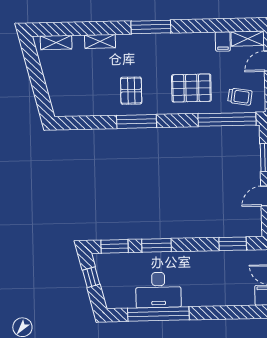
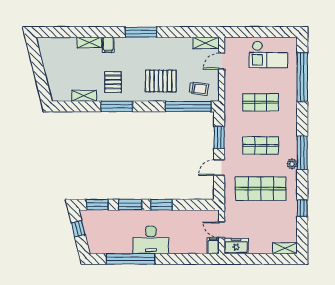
window: (151, 27) -> (141, 32), moved
filing cabinet: (223, 41) -> (108, 45), moved
shelving: (56, 43) -> (84, 96), moved
window: (233, 244) -> (161, 205), moved
desk: (158, 290) -> (151, 240), moved

